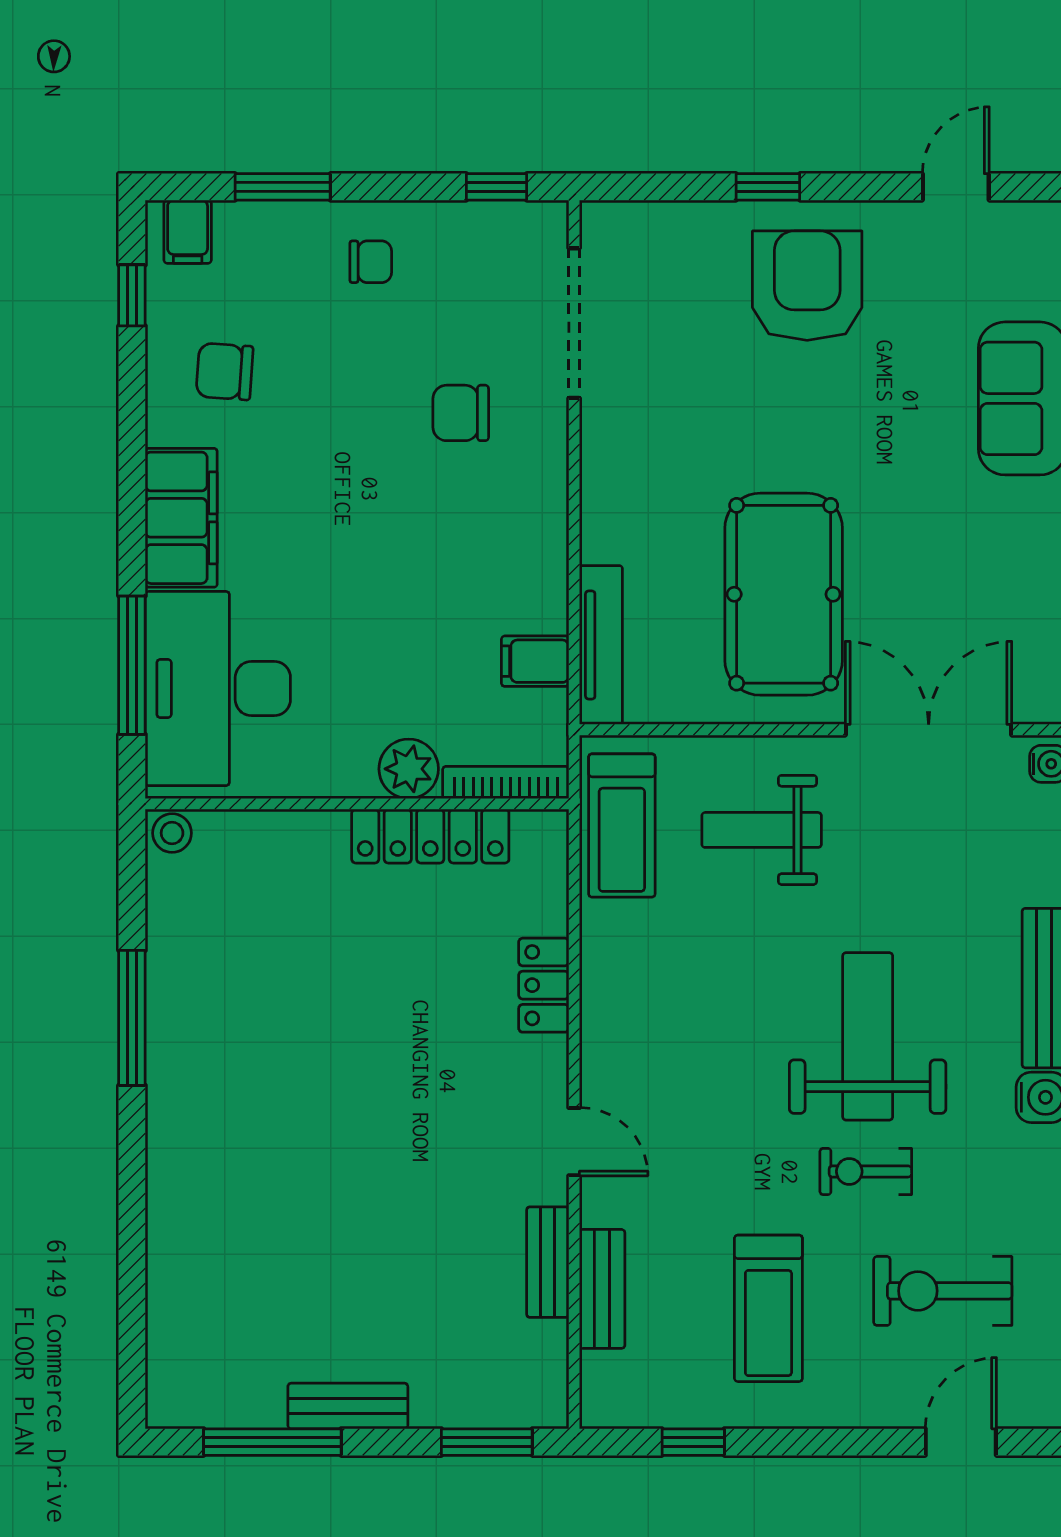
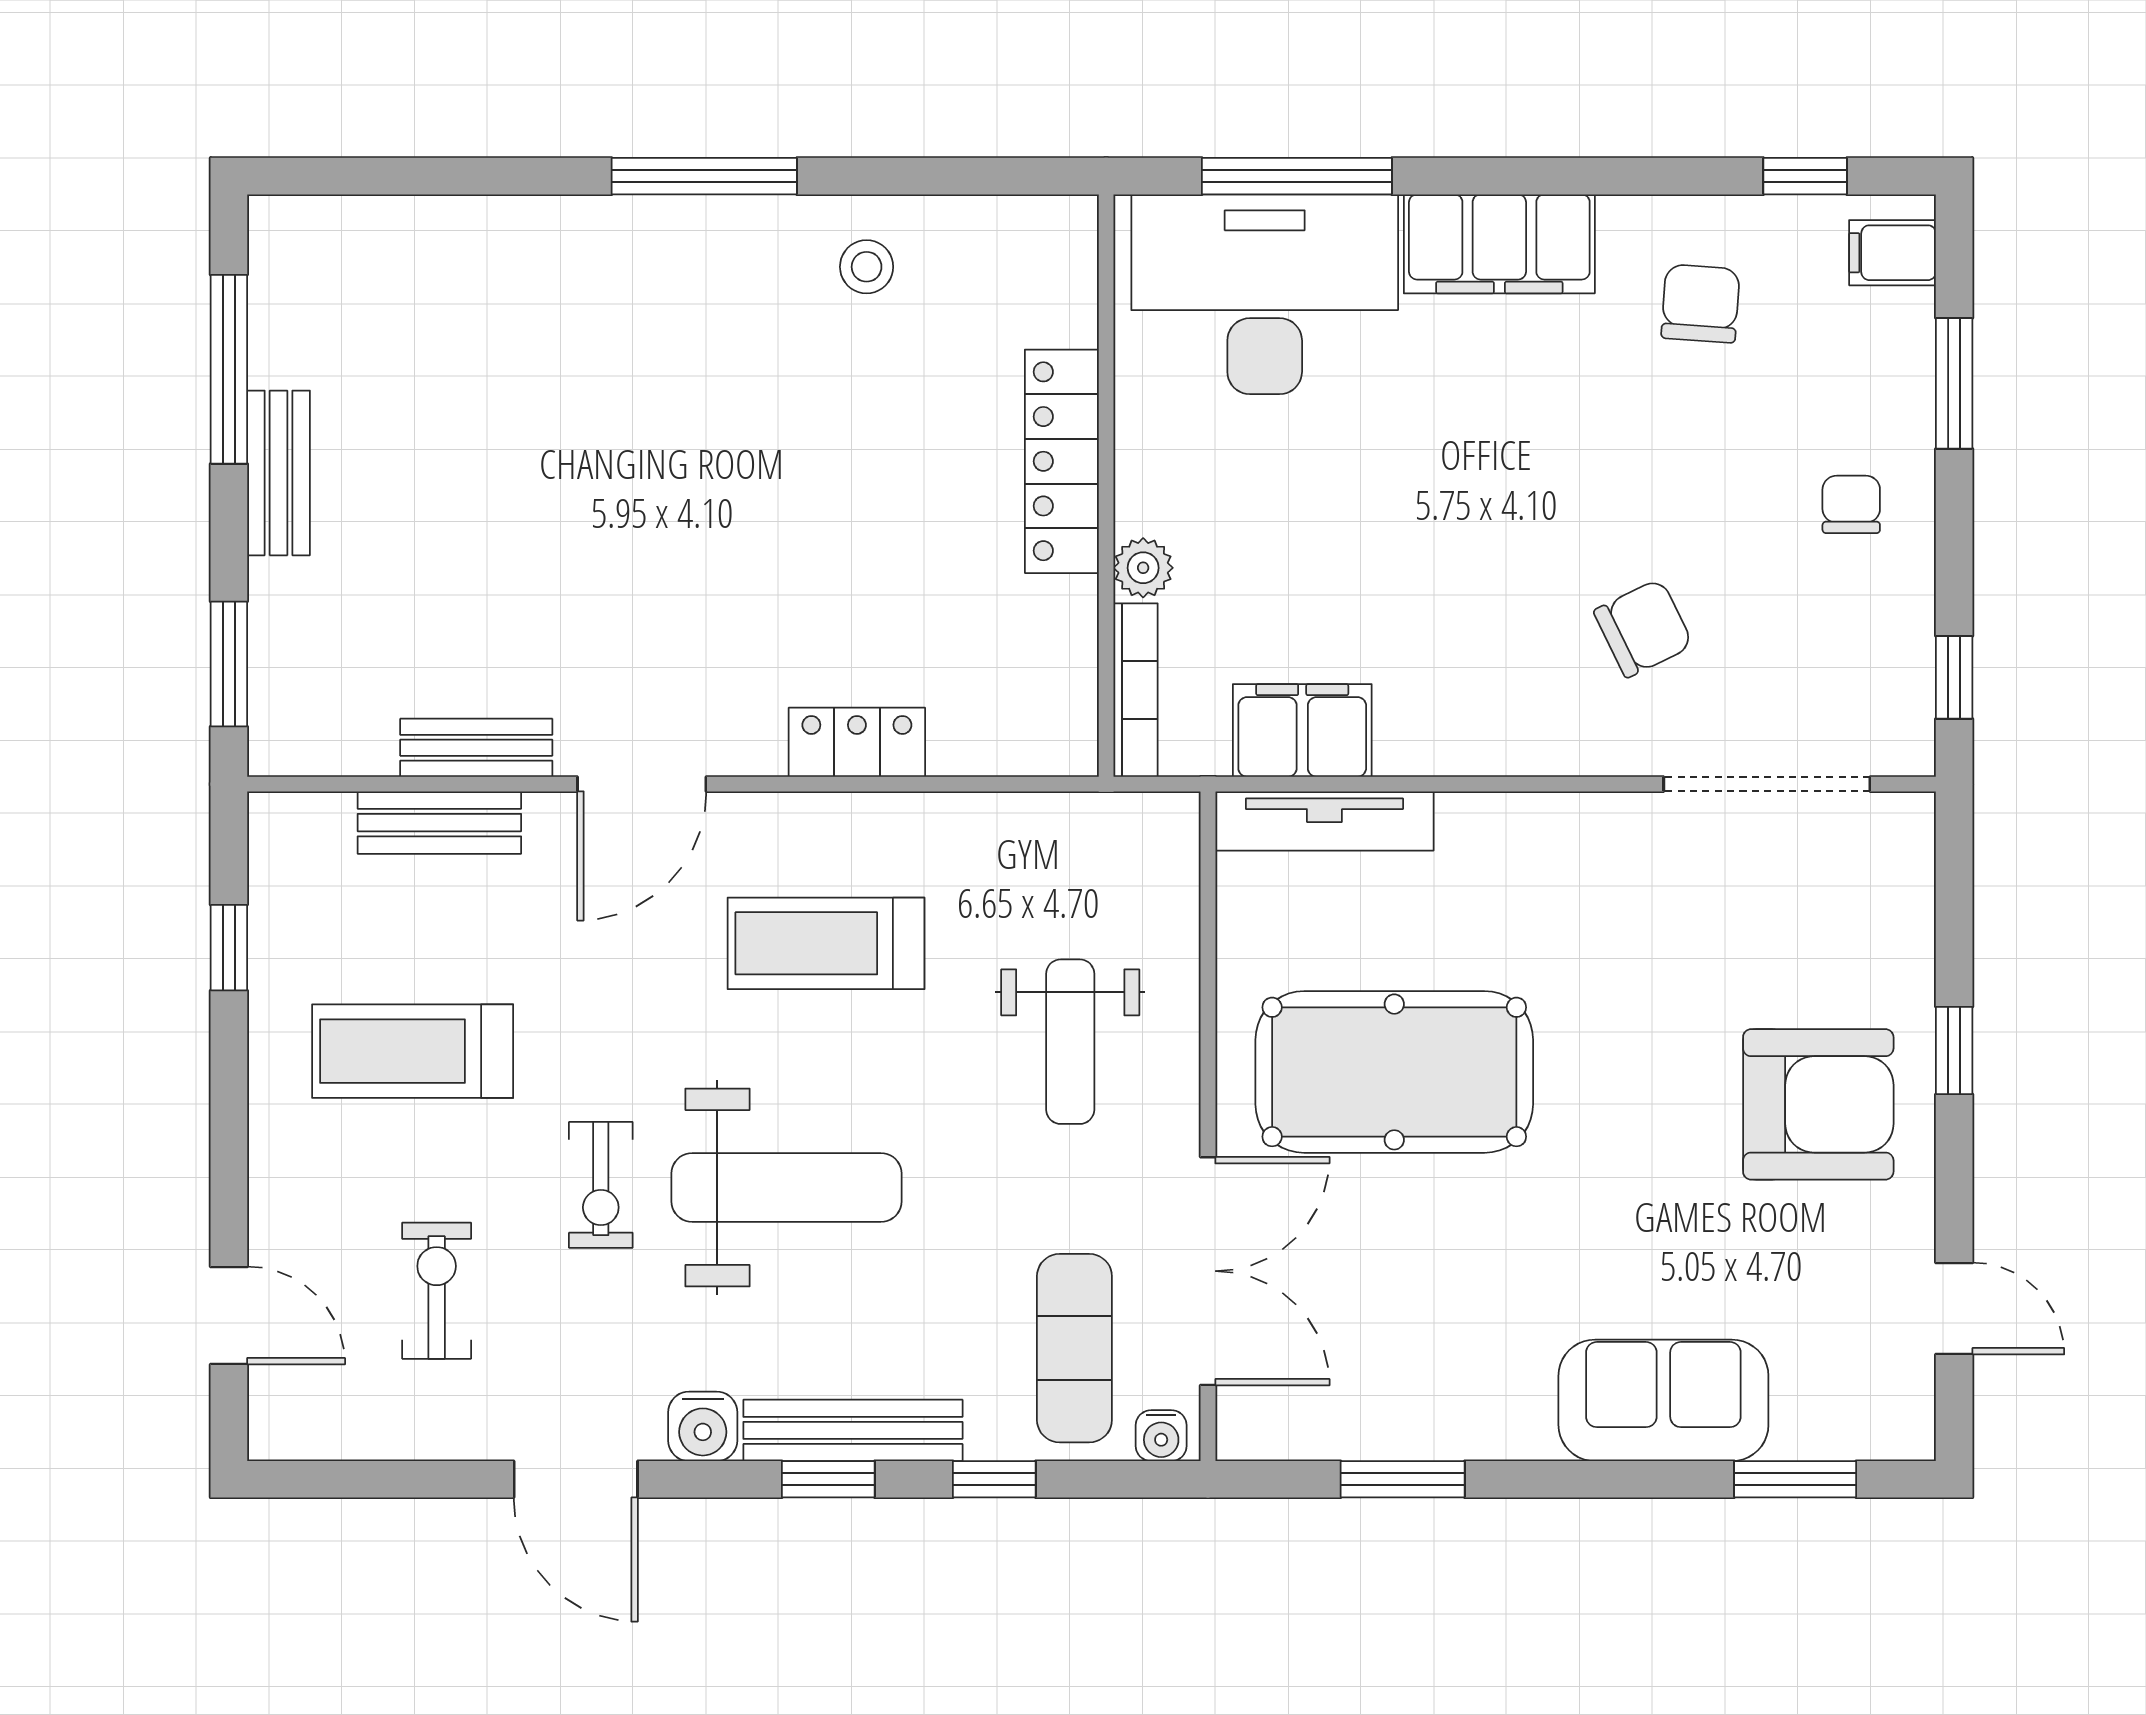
chair: (371, 262) -> (1851, 504), turned 180
chair: (461, 413) -> (1643, 628), turned 64
filing cabinet: (535, 661) -> (1302, 730), width x2.00
plant: (409, 769) -> (1143, 568), width x0.73, depth x0.73
treadmill: (622, 825) -> (826, 943), moved
exercise mat: (985, 827) -> (1074, 1348), added
weight bench: (762, 830) -> (1070, 1042), turned 180
stool: (172, 833) -> (867, 267), moved
locker: (430, 836) -> (1062, 461), moved
window: (132, 1018) -> (704, 176), moved
door: (574, 1142) -> (642, 784), width x1.38
exercise bike: (866, 1171) -> (601, 1185), turned 180
exercise bike: (943, 1291) -> (437, 1291), width x0.73, depth x0.72

